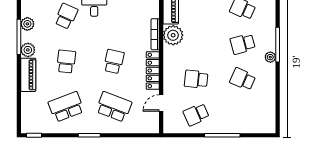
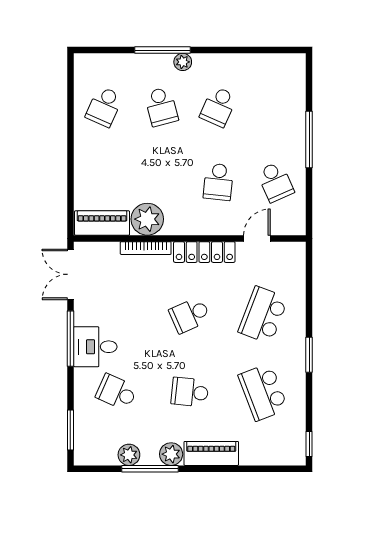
school desk: (114, 62) -> (190, 315), turned -36
door: (161, 103) -> (257, 238), swing flipped

